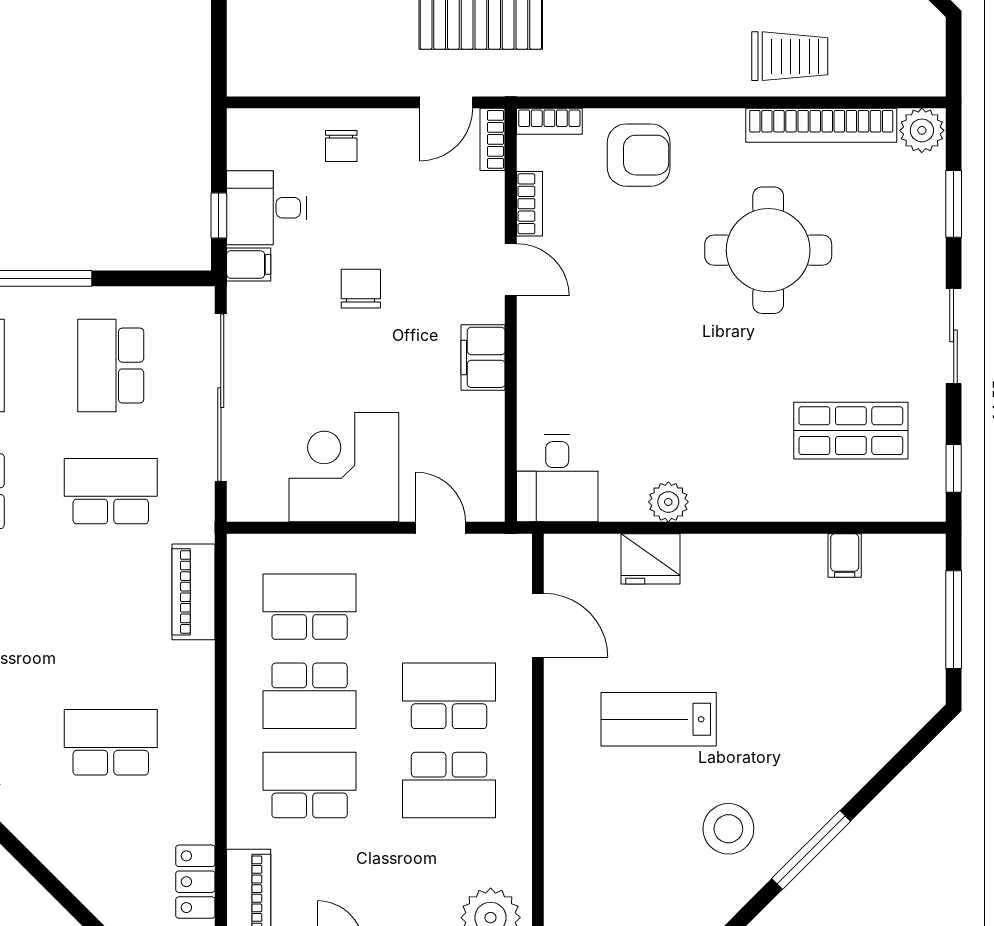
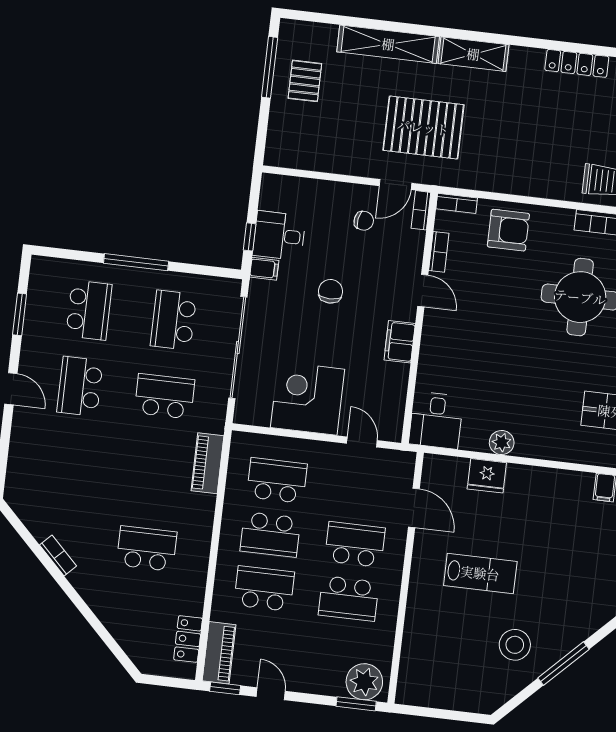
chair: (341, 146) -> (364, 221), moved, turned -81
lab bench: (659, 719) -> (480, 573), turned 180

